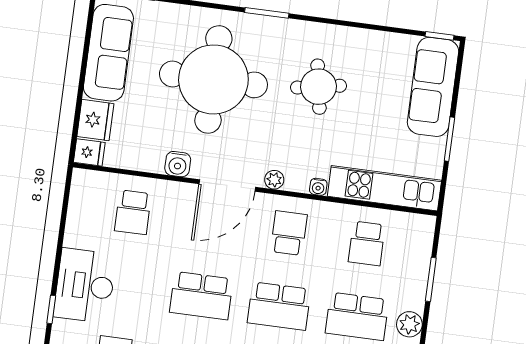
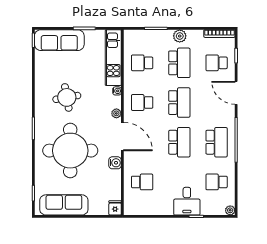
fridge: (95, 120) -> (98, 207), removed
school desk: (367, 243) -> (142, 63), turned 180
desk: (85, 286) -> (187, 201), width x0.73

